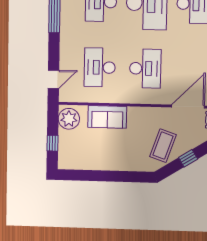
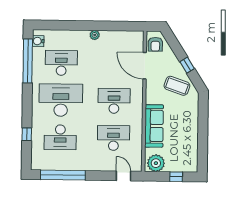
desk: (100, 67) -> (113, 138), turned 180
sofa: (107, 117) -> (154, 126), width x1.36

